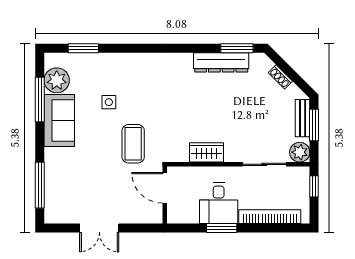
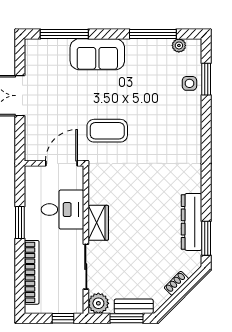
plant: (57, 80) -> (179, 45), width x0.53, depth x0.53
side table: (109, 102) -> (189, 83), moved
sofa: (59, 120) -> (97, 54), moved
wardrobe: (207, 152) -> (98, 223), moved
desk: (219, 203) -> (62, 210), moved, turned 180

